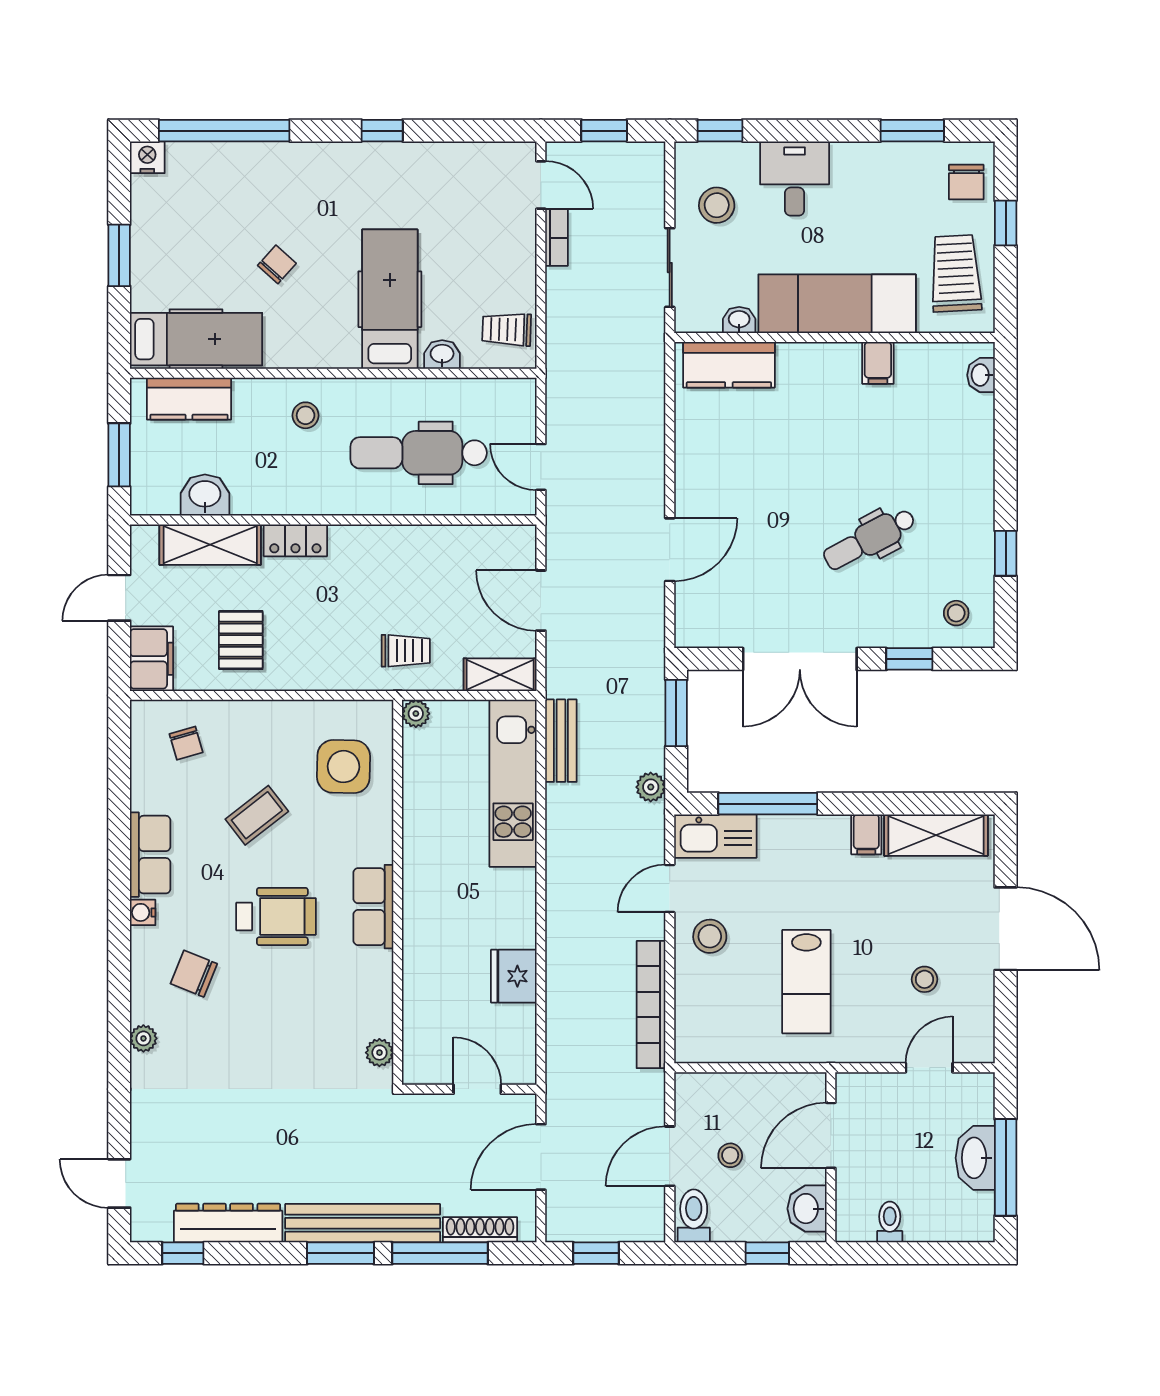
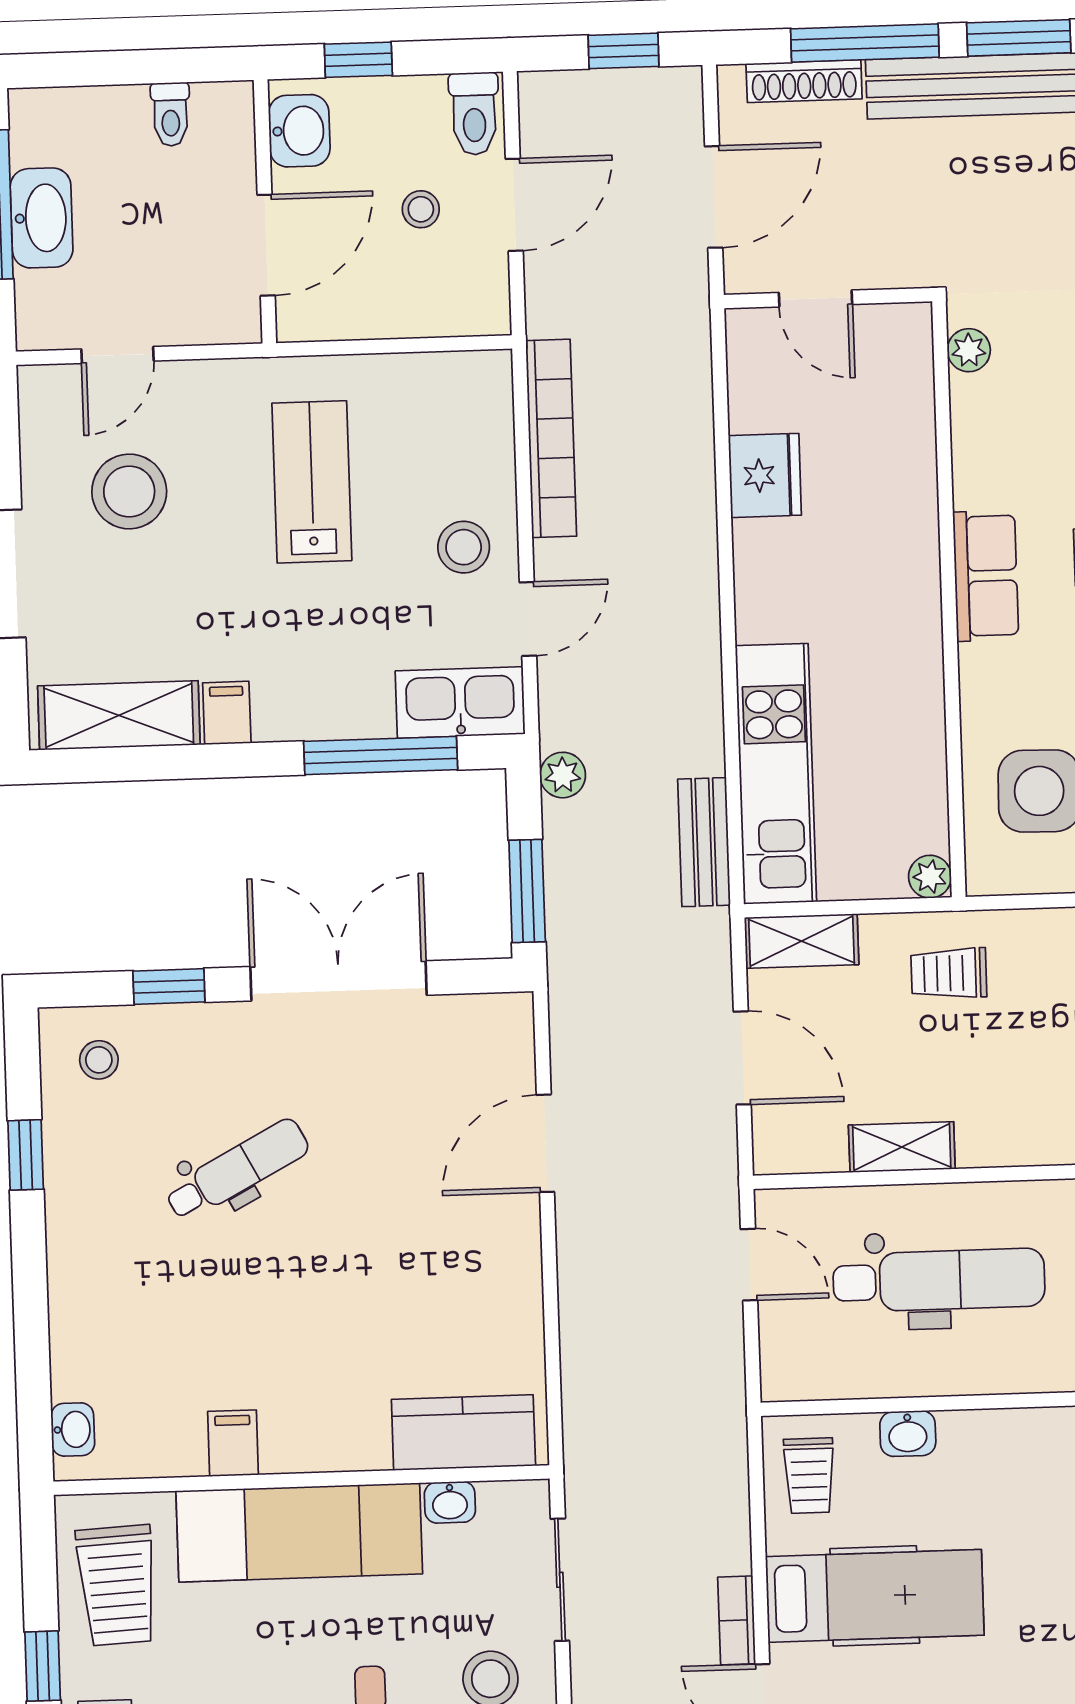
hospital bed: (390, 299) -> (875, 1596), moved, turned -90
trolley: (507, 329) -> (809, 1476), turned 88
shelving: (440, 540) -> (902, 1147), added
stool: (924, 979) -> (129, 492), width x1.89, depth x1.89

